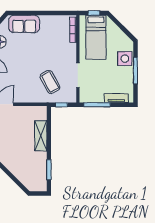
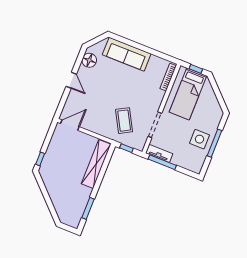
sofa: (24, 24) -> (127, 54), width x1.36
side table: (125, 59) -> (200, 139), moved
tv unit: (116, 98) -> (159, 153), moved
shelving: (41, 136) -> (96, 164), width x1.47

